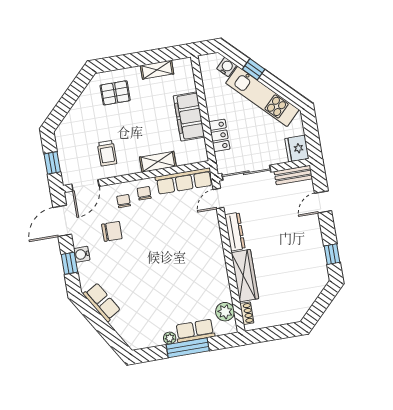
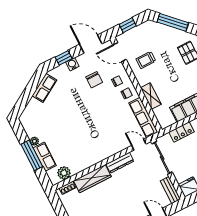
window: (68, 101) -> (173, 22), added

